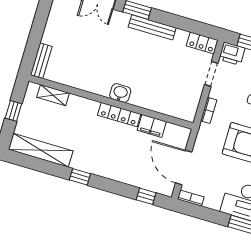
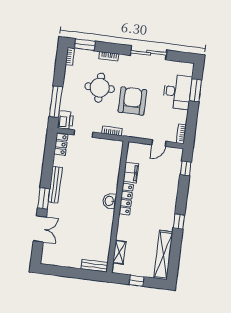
door: (184, 168) -> (159, 143), width x0.53

